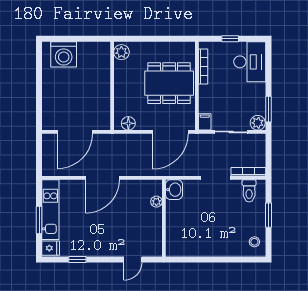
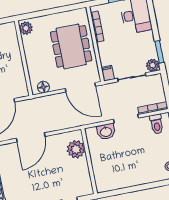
dining table: (169, 83) -> (71, 46), turned 90
door: (170, 132) -> (80, 87), hinge flipped
washbasin: (174, 190) -> (106, 132), moved, turned 90
plant: (156, 202) -> (76, 149), width x1.88, depth x1.88

